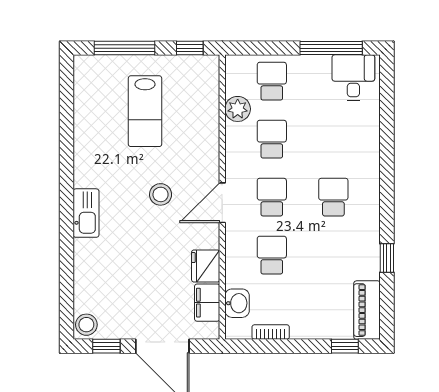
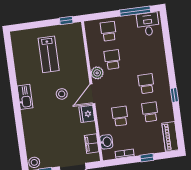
window: (125, 48) -> (34, 25), removed
plant: (238, 109) -> (97, 73), moved
school desk: (272, 197) -> (150, 112), moved
kitchen sink: (86, 213) -> (25, 97), moved
window: (387, 258) -> (174, 95), moved
fridge: (206, 266) -> (87, 114), moved
window: (345, 346) -> (147, 158), moved

